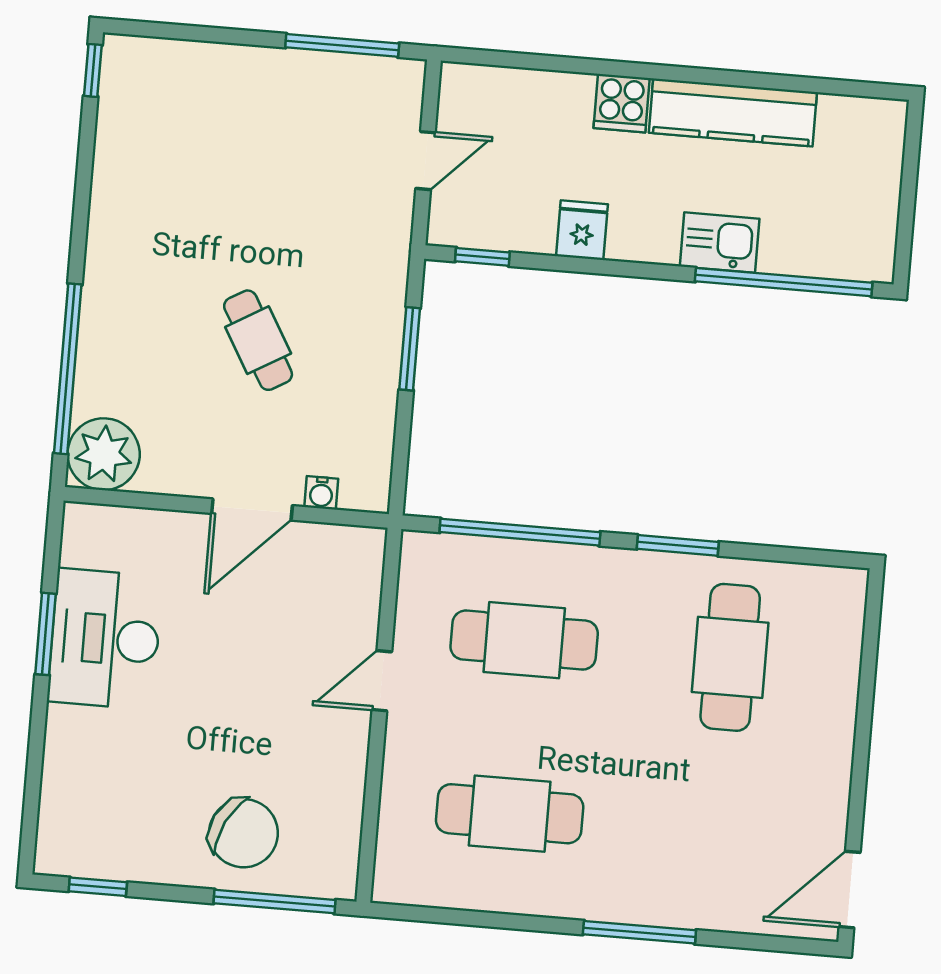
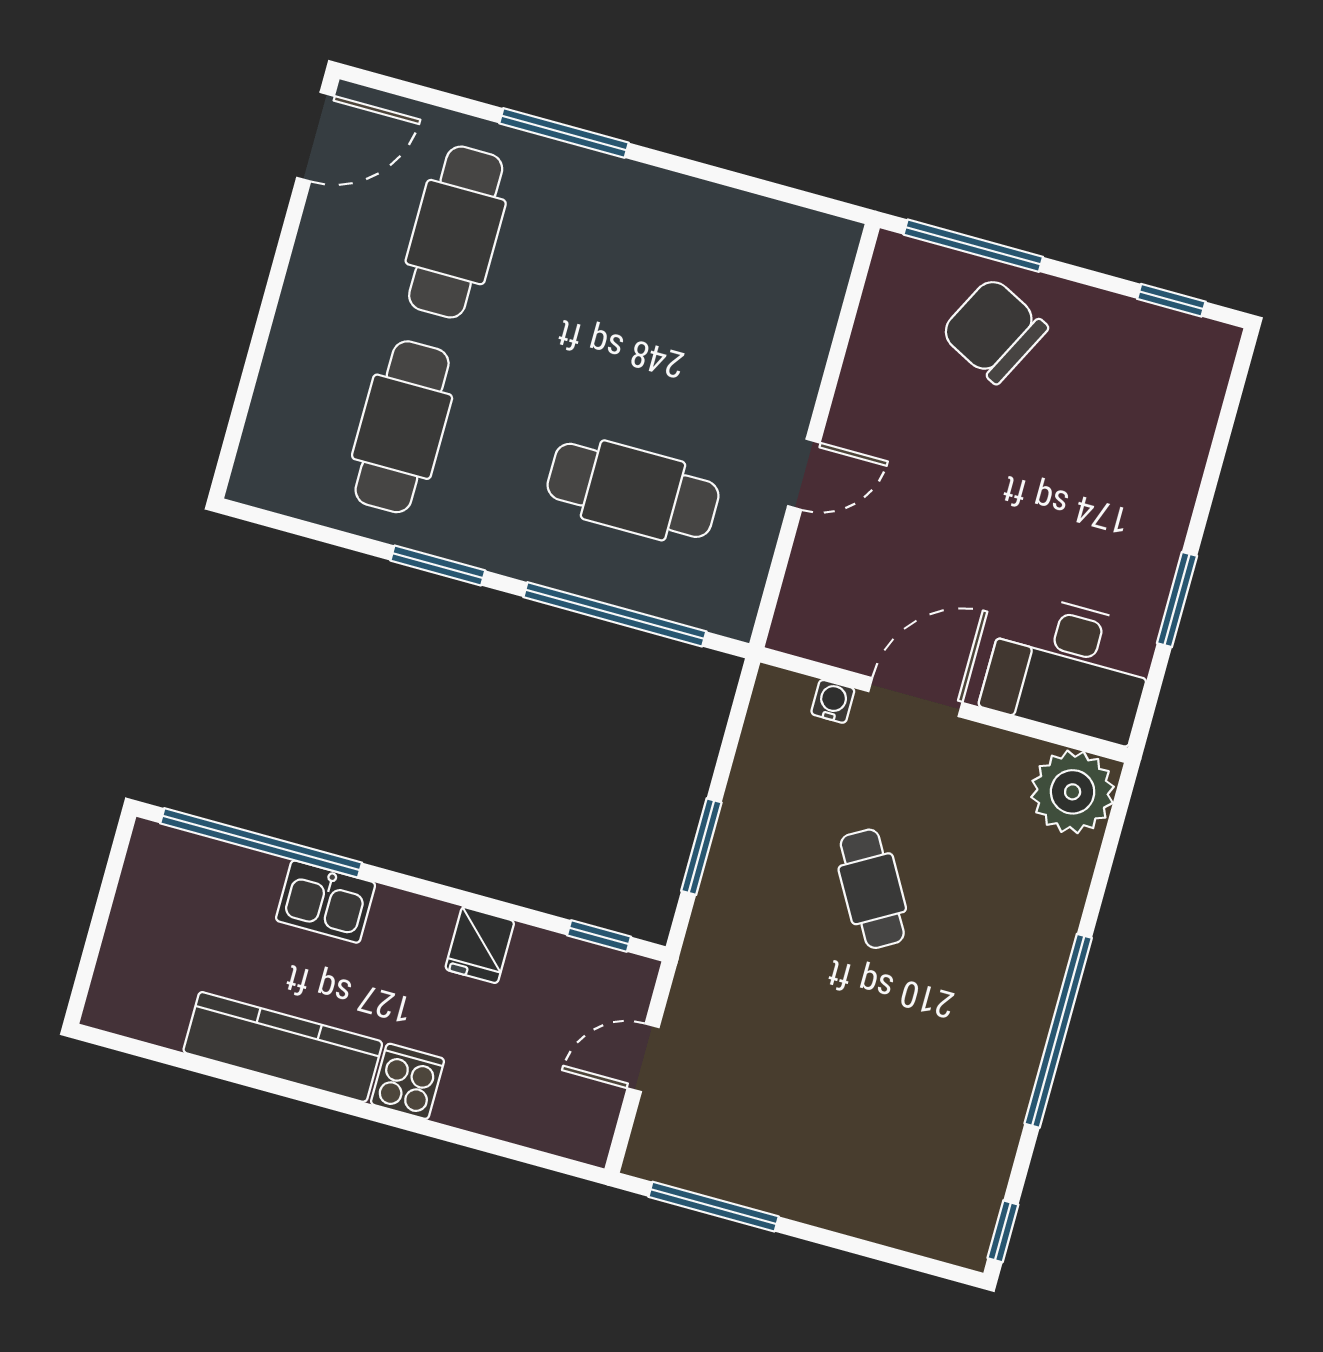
window: (68, 369) -> (1058, 1031), moved
desk: (105, 639) -> (1069, 668), moved, turned 90
cafe table: (510, 814) -> (456, 232), moved, turned 90

